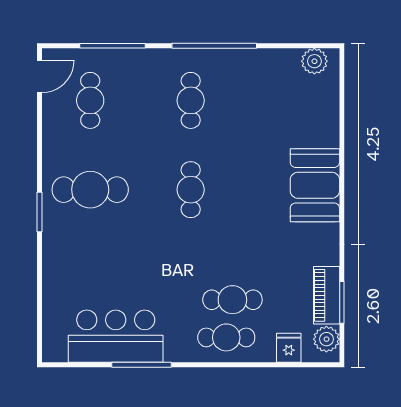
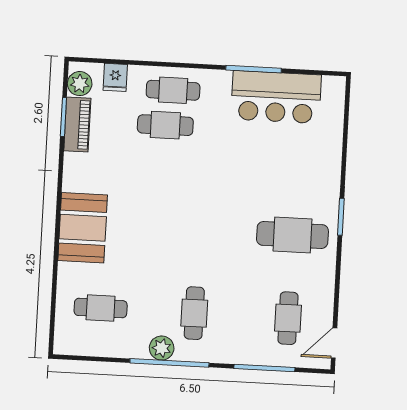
plant: (314, 61) -> (162, 348), moved
cafe table: (191, 190) -> (101, 308), moved, turned 90

